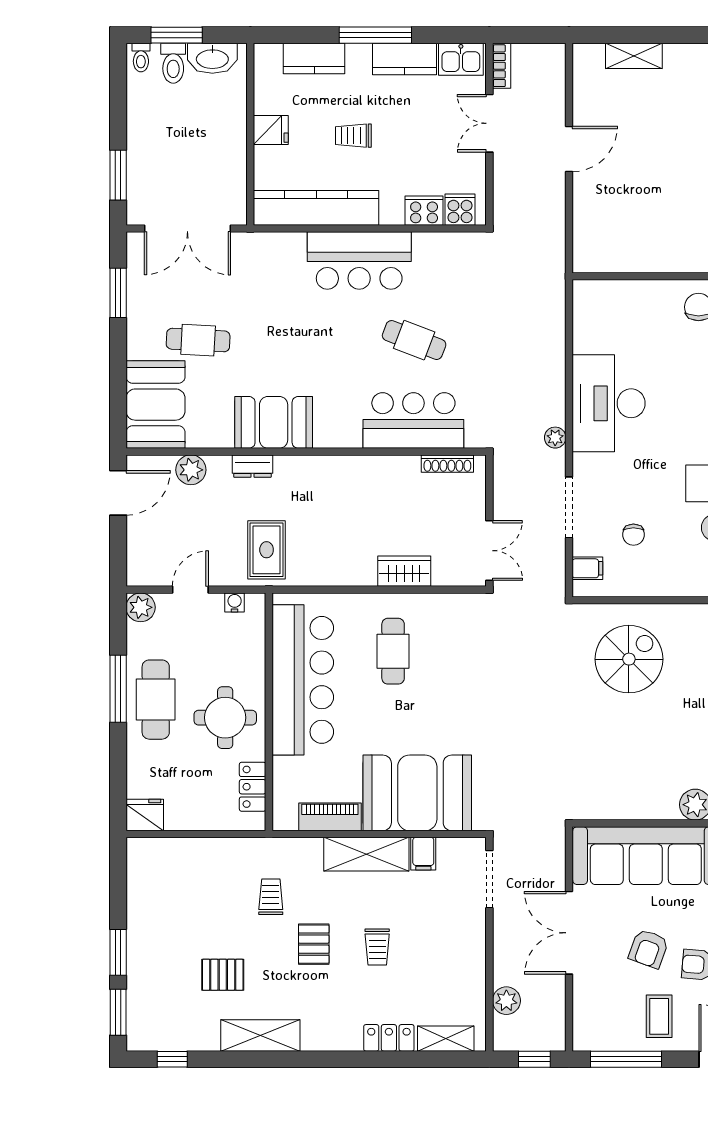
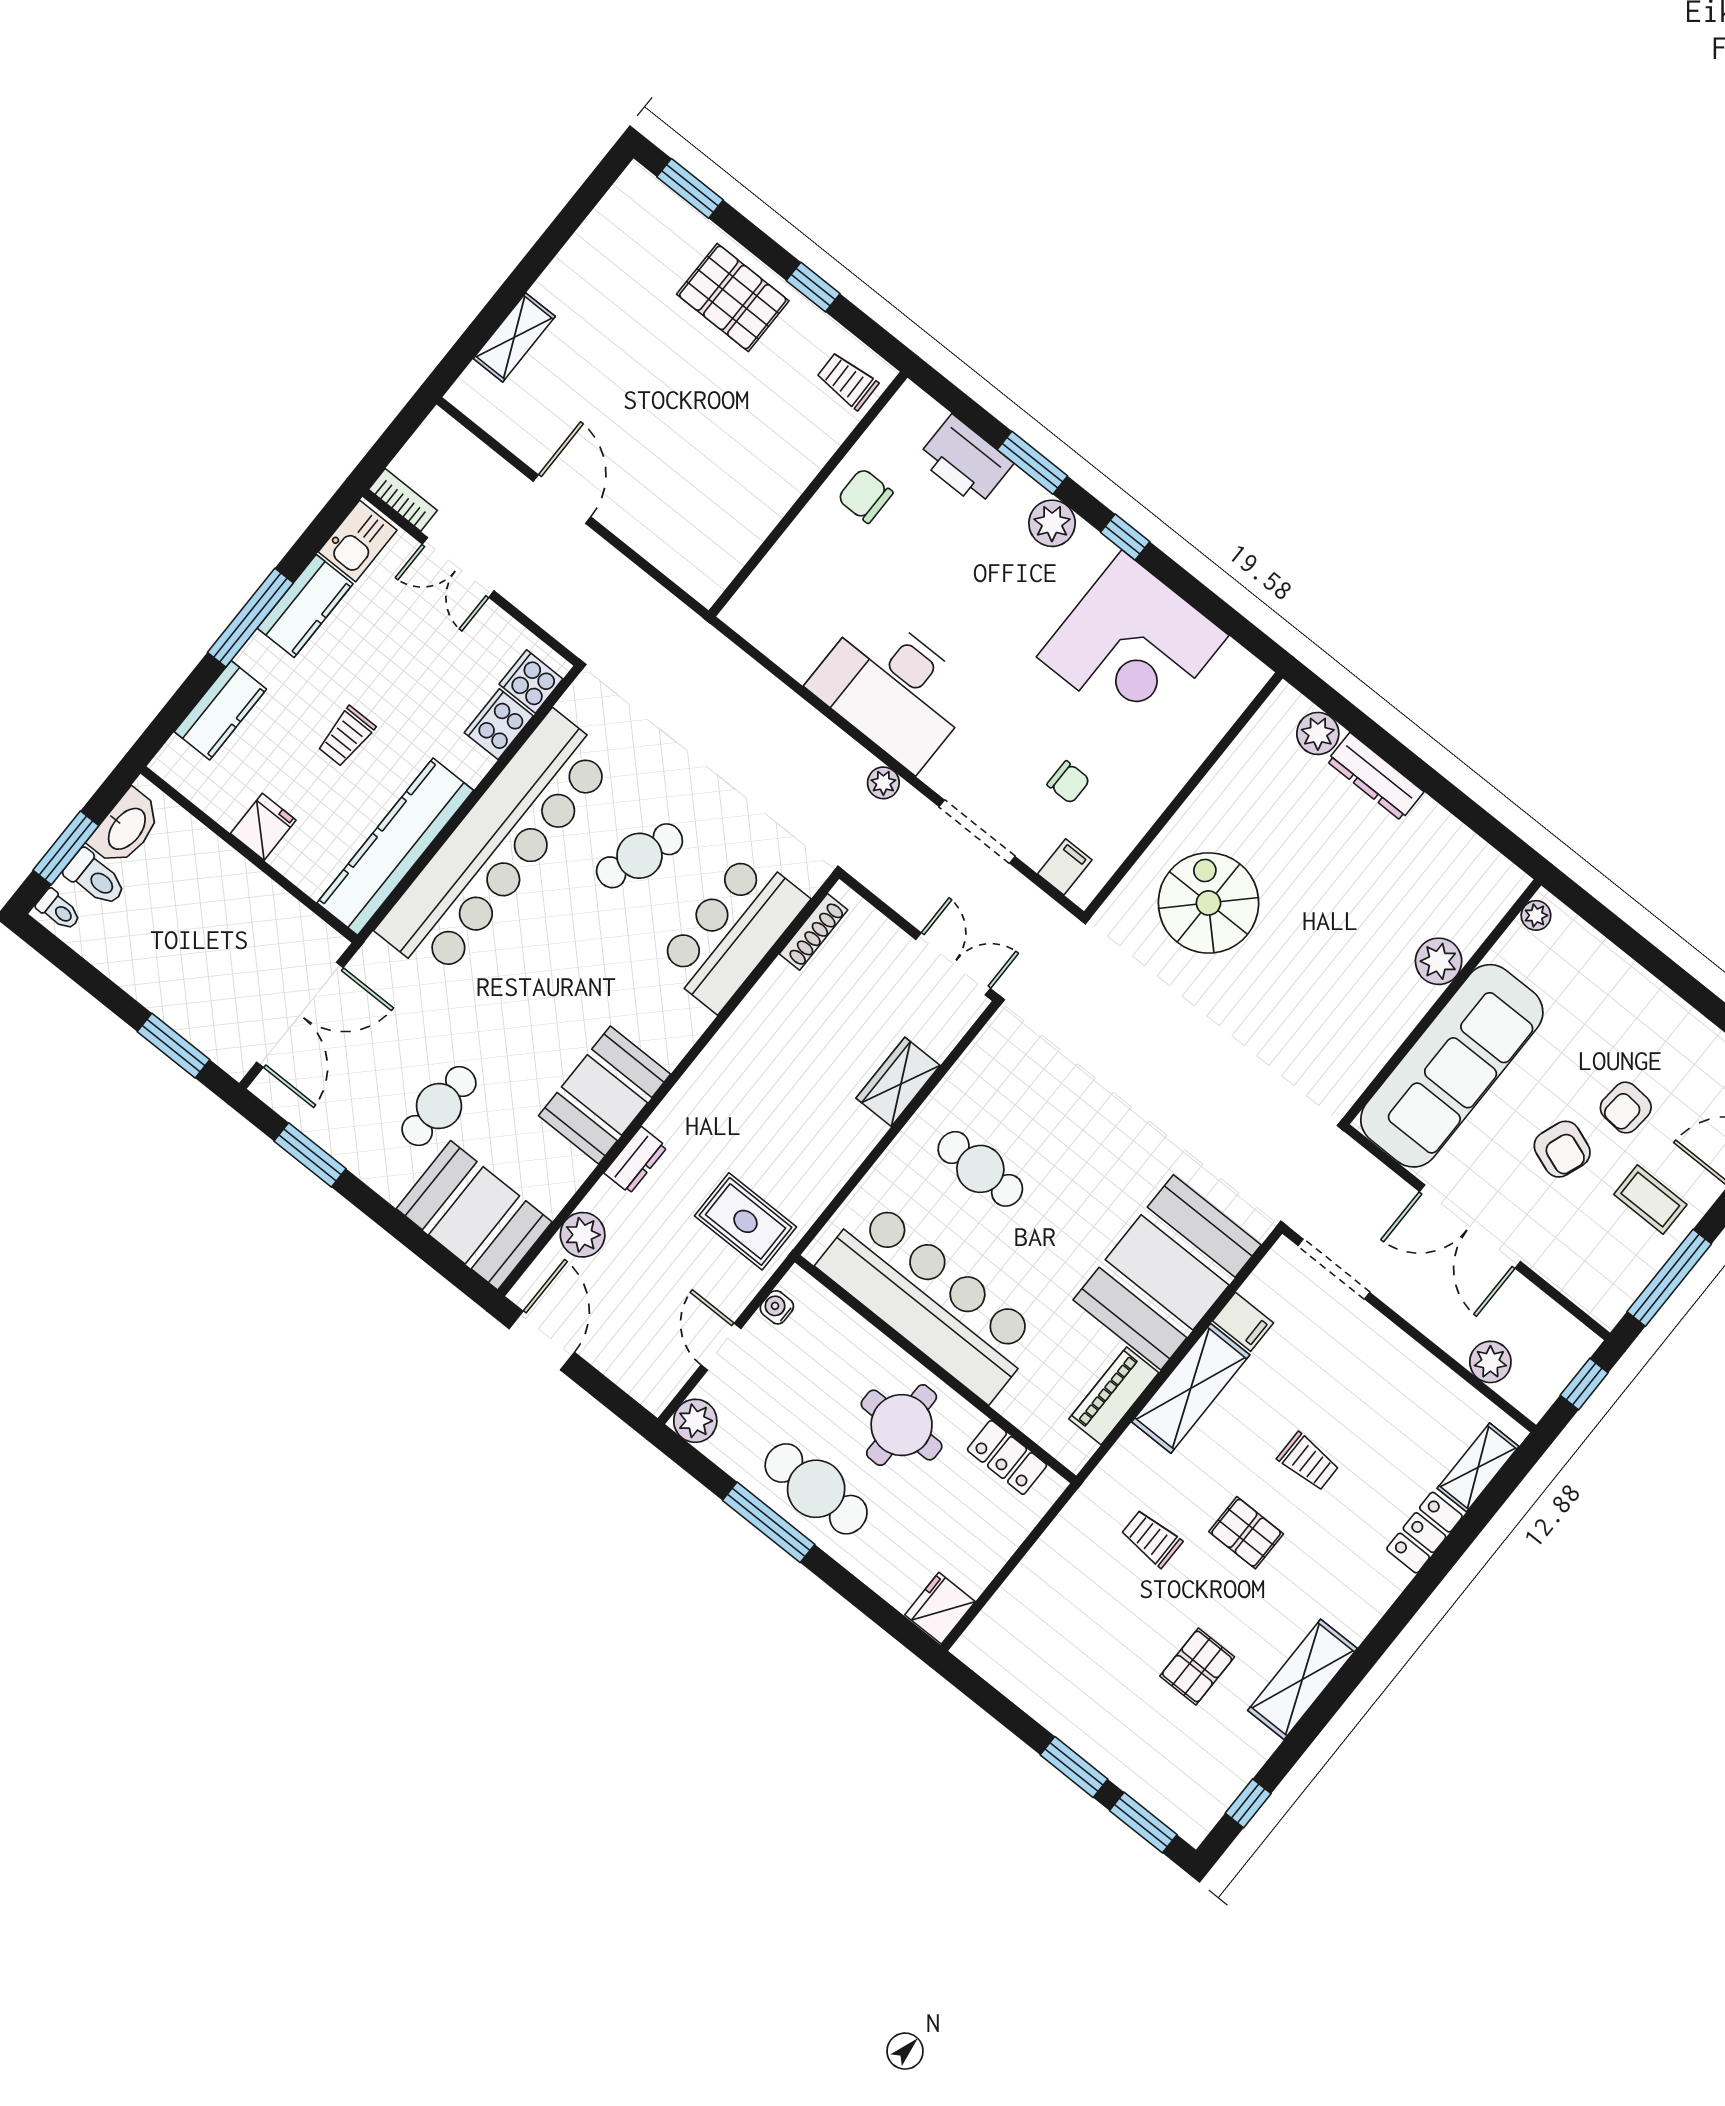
bar counter: (359, 261) -> (496, 846), width x1.86

